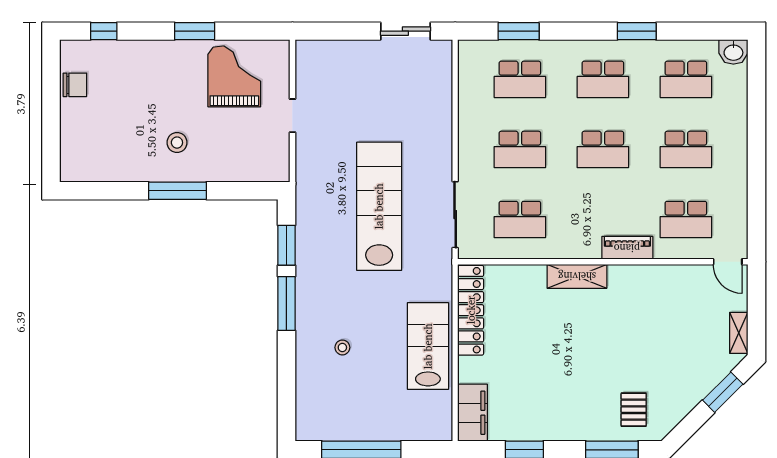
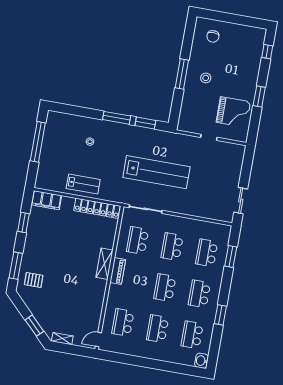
chair: (75, 85) -> (213, 36), moved
piano: (627, 248) -> (118, 271), moved
lab bench: (428, 346) -> (83, 184), width x0.73, depth x0.72

